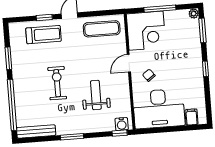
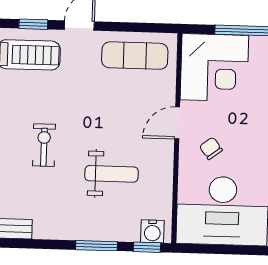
exercise bike: (57, 83) -> (44, 145), width x0.73, depth x0.72
weight bench: (96, 95) -> (111, 174), turned 90
window: (72, 137) -> (96, 246), moved

